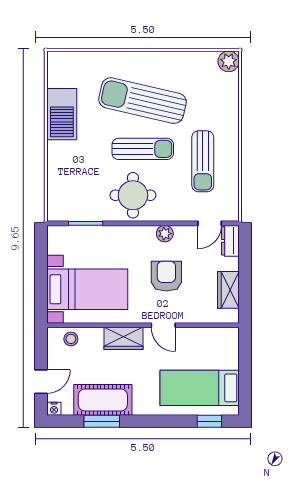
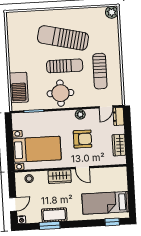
barbecue: (62, 114) -> (19, 87), moved
armchair: (166, 276) -> (83, 139), turned 90
cot: (103, 400) -> (54, 215), width x0.73, depth x0.75

